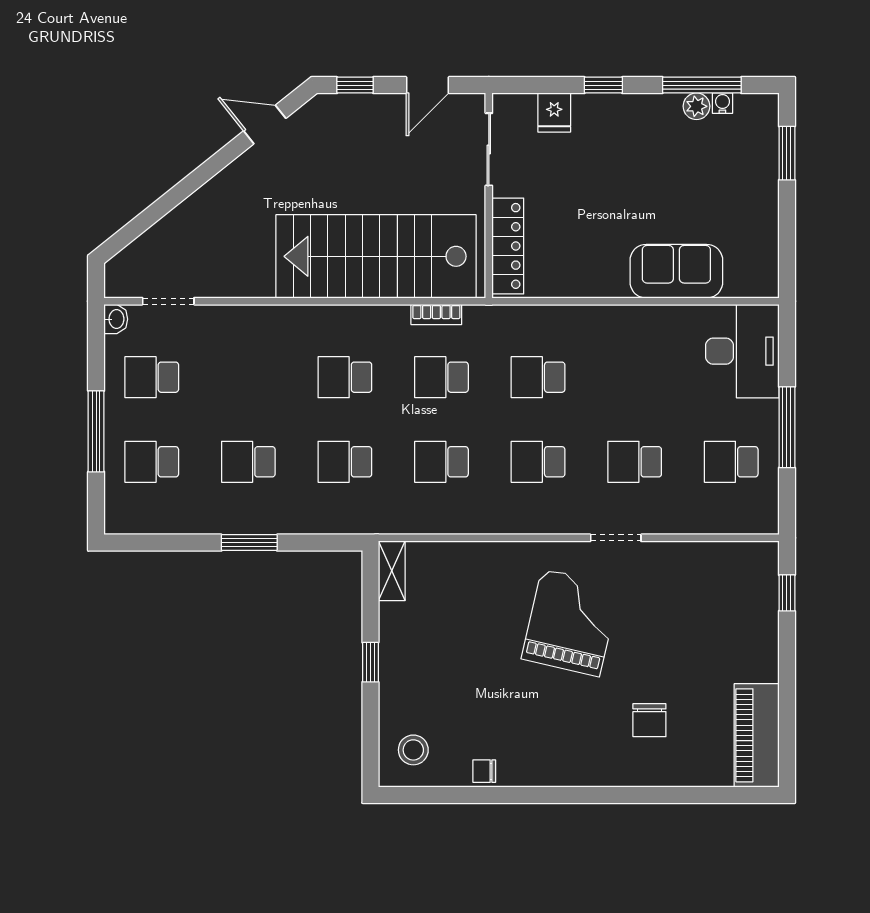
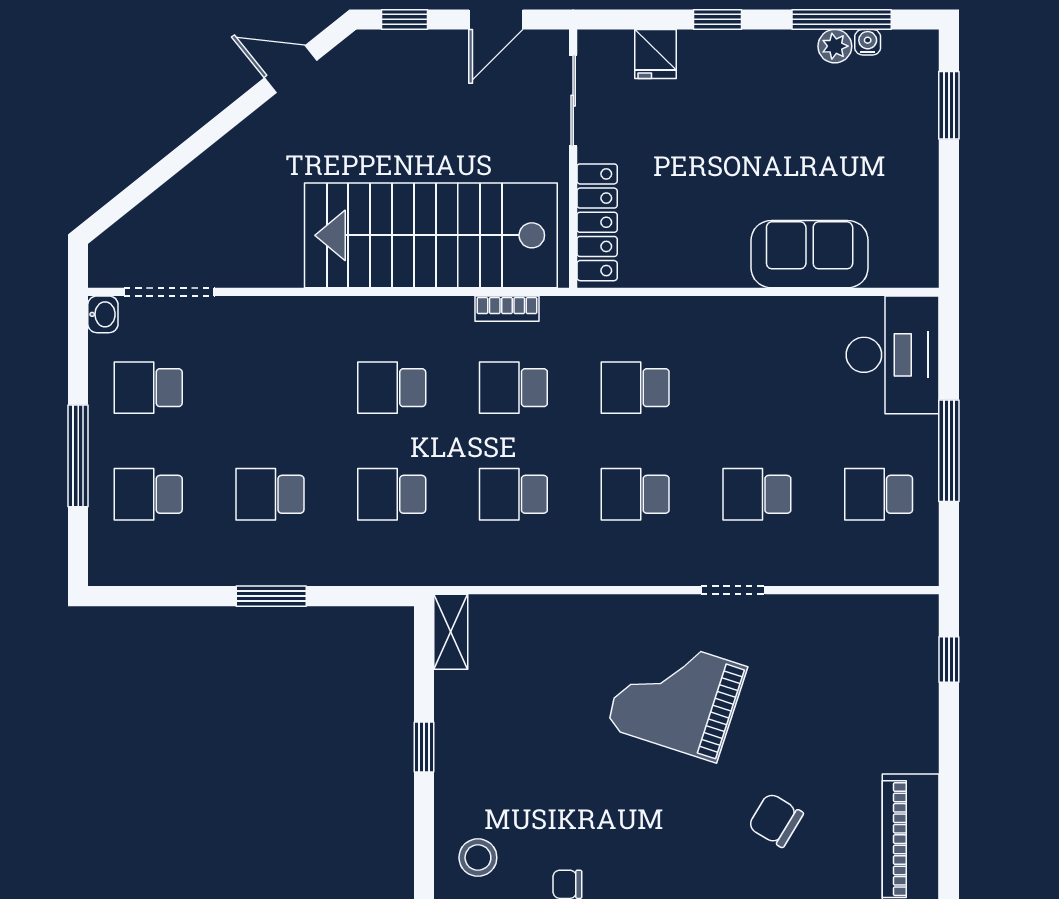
doorway: (168, 301) -> (169, 292), width x1.38
grand piano: (571, 623) -> (676, 697), turned -85
chair: (649, 720) -> (776, 820), turned 121

